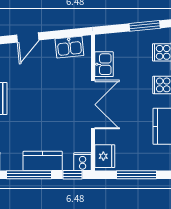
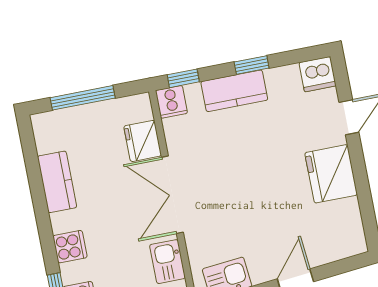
fridge: (105, 156) -> (143, 141), moved
window: (29, 175) -> (252, 65), width x0.46

